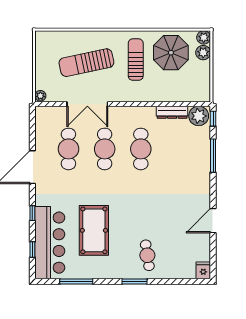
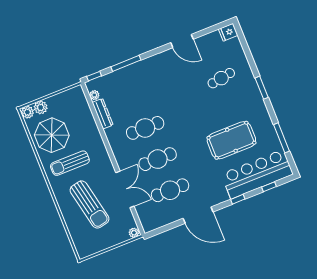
plant: (199, 116) -> (94, 95), width x0.53, depth x0.53
cafe table: (147, 255) -> (221, 78), moved

